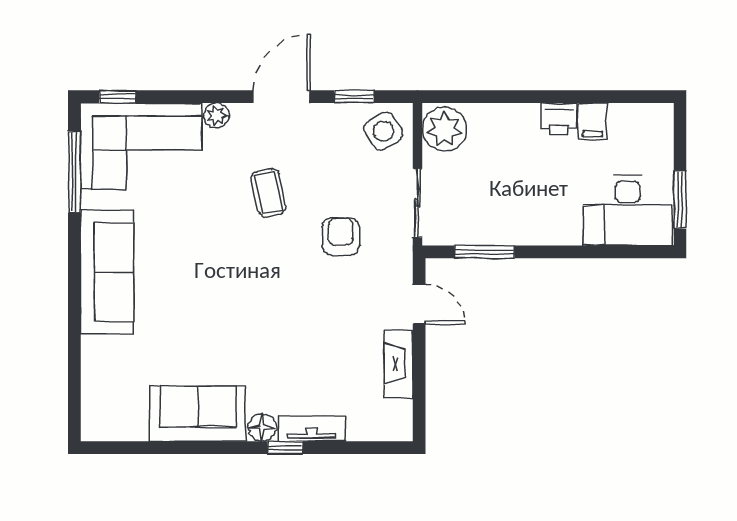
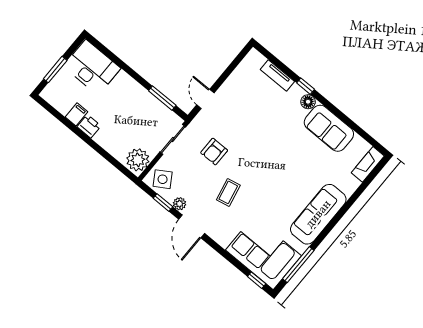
door: (281, 97) -> (192, 226), hinge flipped
plant: (216, 115) -> (180, 204), moved
window: (680, 200) -> (55, 70), moved
fireplace: (399, 364) -> (368, 164), moved, turned 180
tv unit: (312, 429) -> (277, 75), moved

